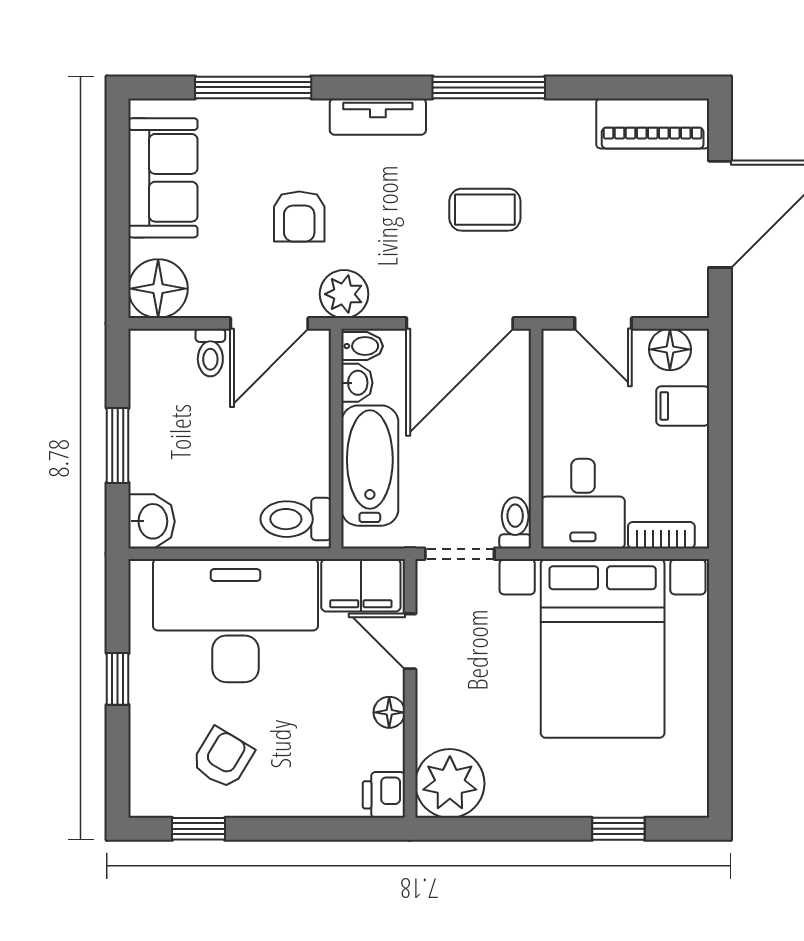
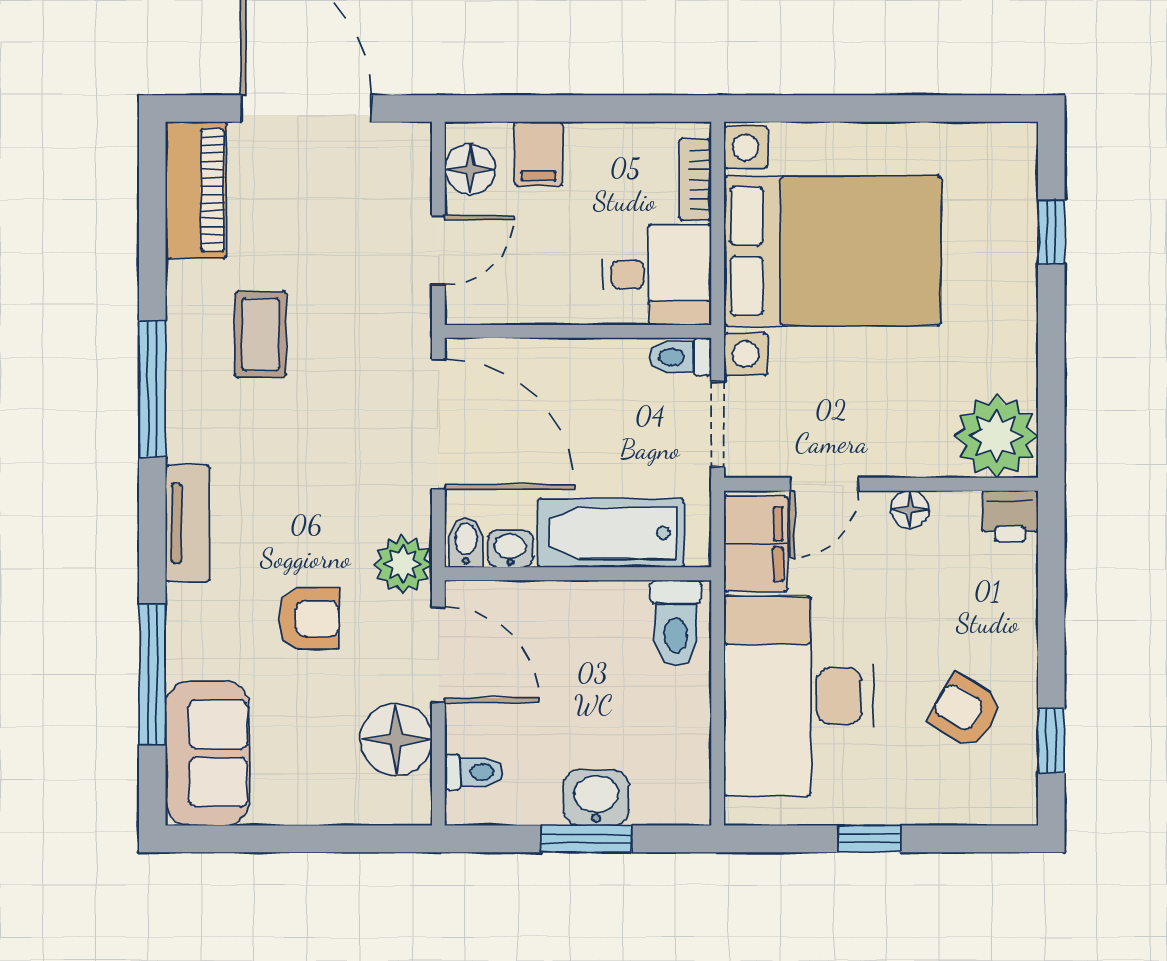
sofa: (163, 178) -> (207, 753), moved, turned 90
coffee table: (485, 210) -> (260, 334), moved
floor lamp: (158, 289) -> (396, 740), moved
toilet: (210, 353) -> (474, 772), moved
washbasin: (151, 521) -> (596, 798), moved

